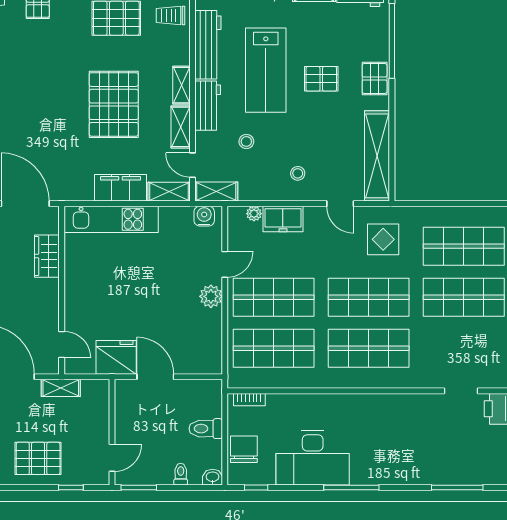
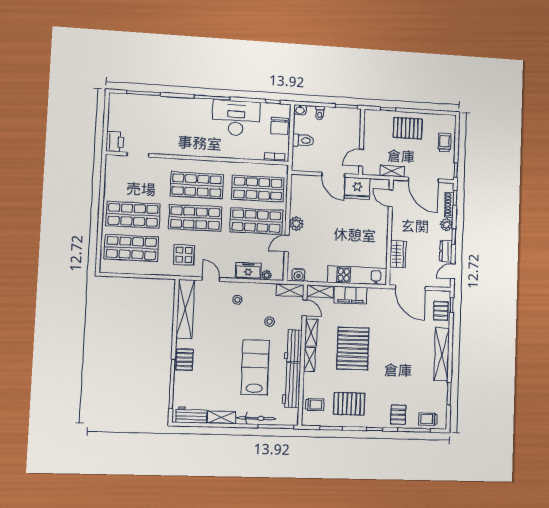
pallet: (321, 79) -> (219, 360), removed
door: (112, 458) -> (361, 158), moved

